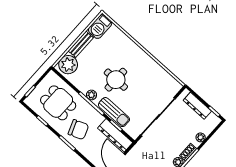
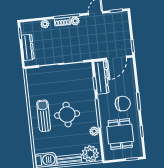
plant: (91, 95) -> (94, 131), moved
sun lounger: (114, 112) -> (44, 116), moved
chair: (78, 130) -> (123, 104), turned 111

